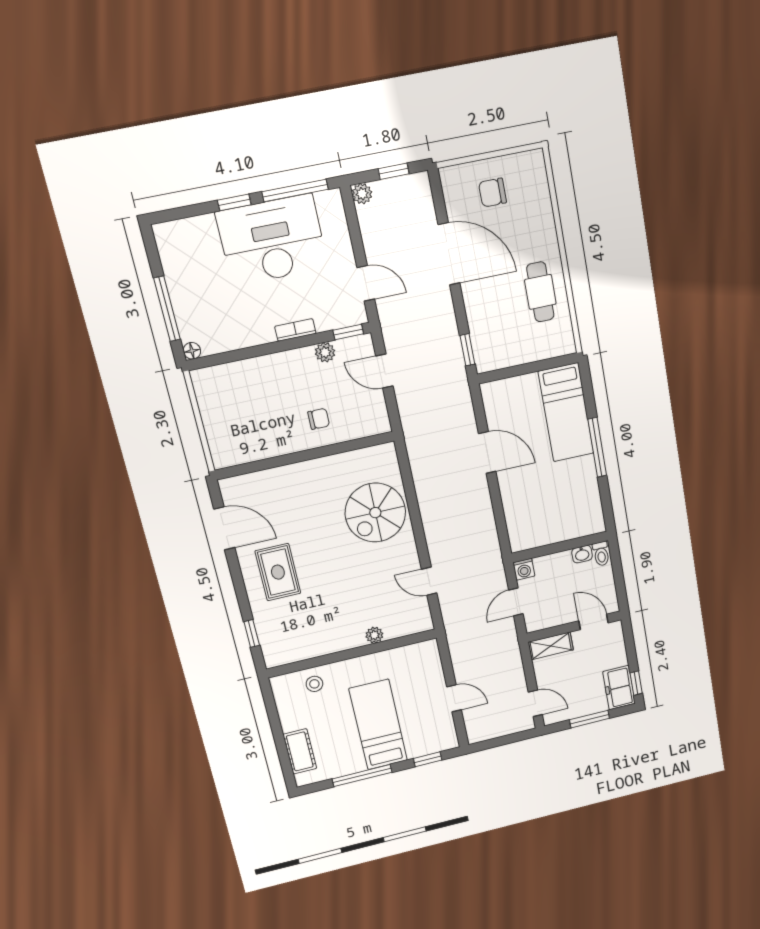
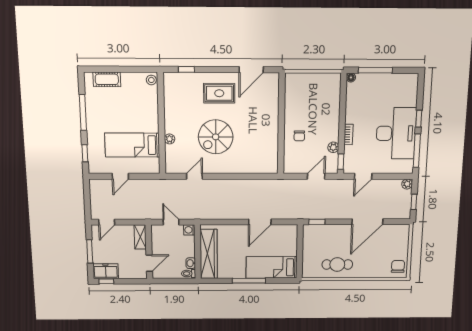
chair: (493, 193) -> (398, 266), moved
spiral stairs: (375, 513) -> (216, 137), moved, turned -90
wardrobe: (561, 528) -> (209, 254), added
stool: (314, 684) -> (151, 80), moved
bed: (378, 725) -> (132, 145), moved, turned 180

